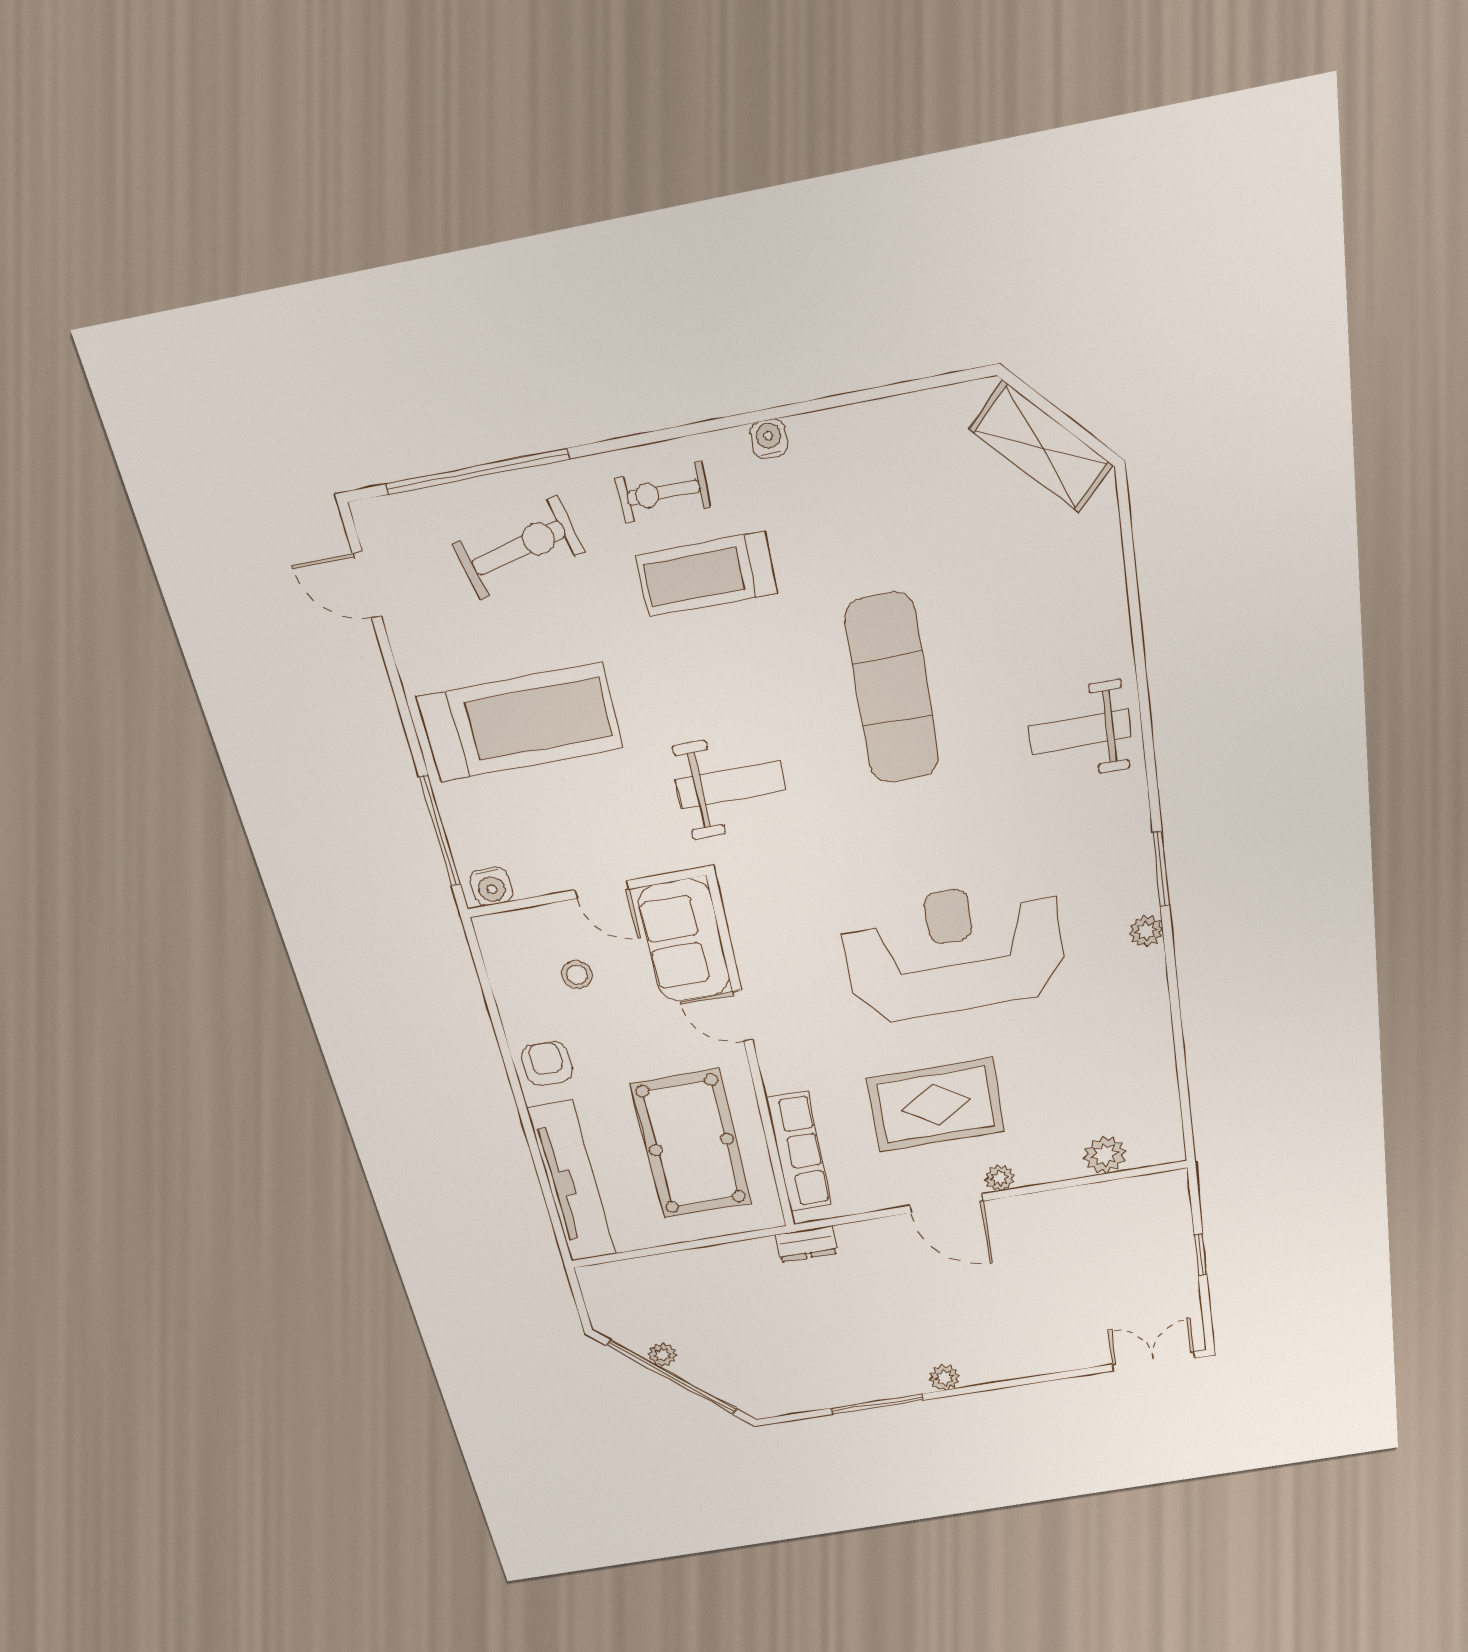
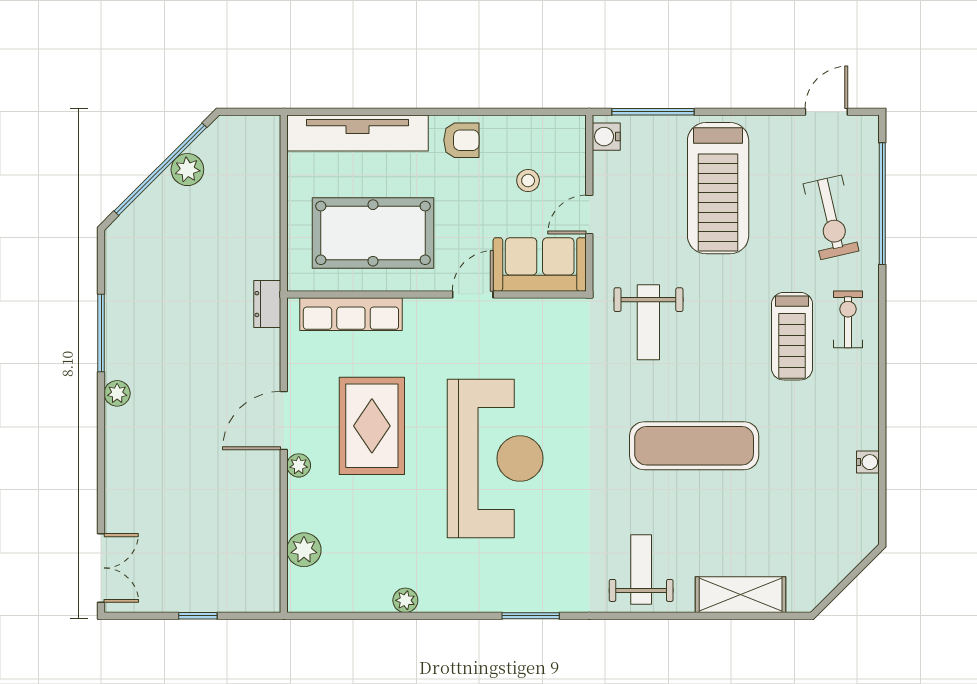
water cooler: (769, 439) -> (868, 462), moved
shelving: (1041, 447) -> (741, 595), moved, turned 45
treadmill: (707, 575) -> (792, 336), turned 180
plant: (1146, 931) -> (405, 600), moved
plant: (662, 1355) -> (187, 170), width x1.38, depth x1.38

